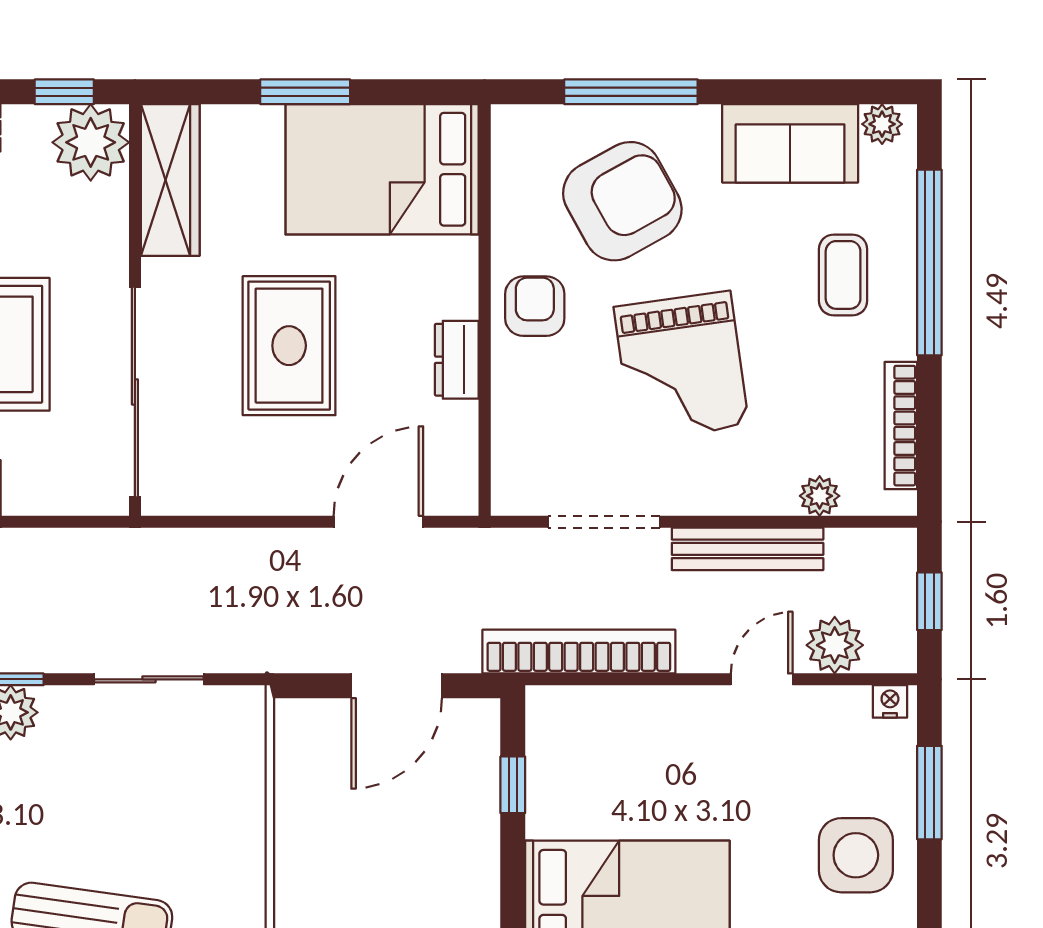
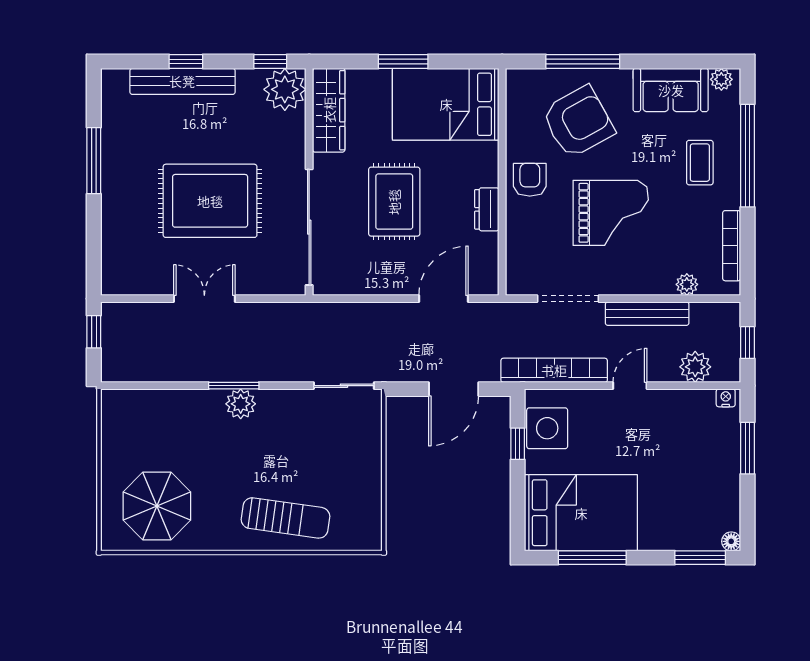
grand piano: (681, 366) -> (611, 213), turned -82
sliding door: (149, 679) -> (344, 386), moved
door: (762, 679) -> (630, 386), moved
side table: (856, 855) -> (547, 428), moved

